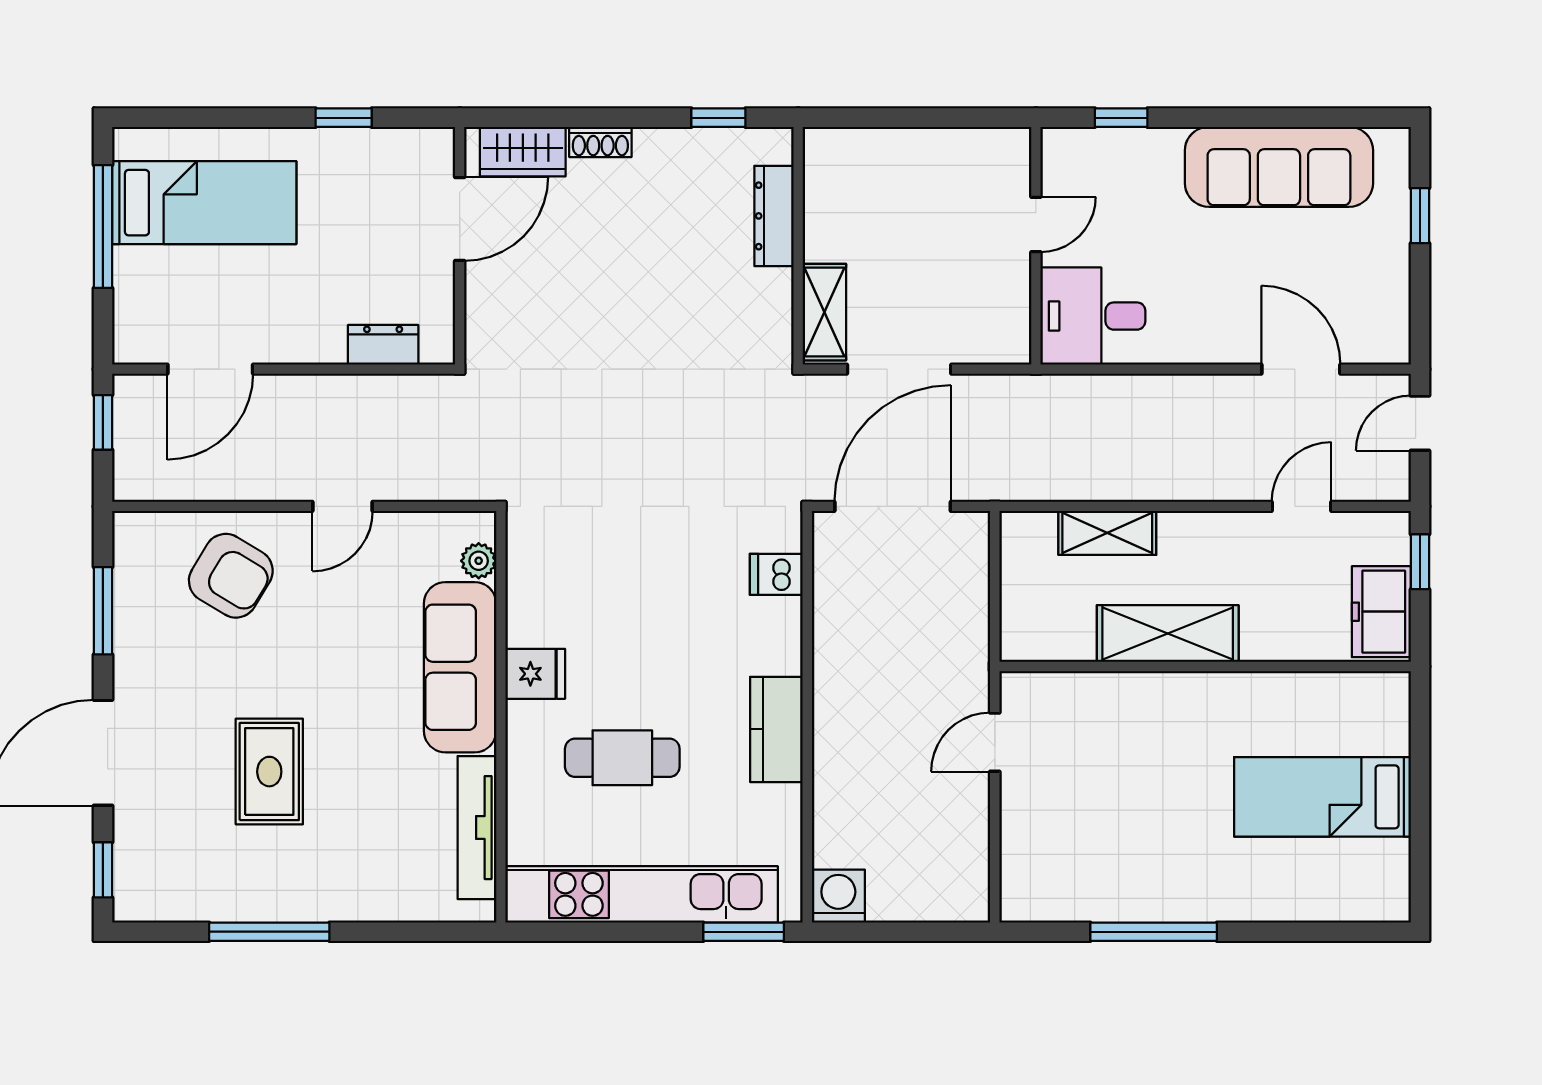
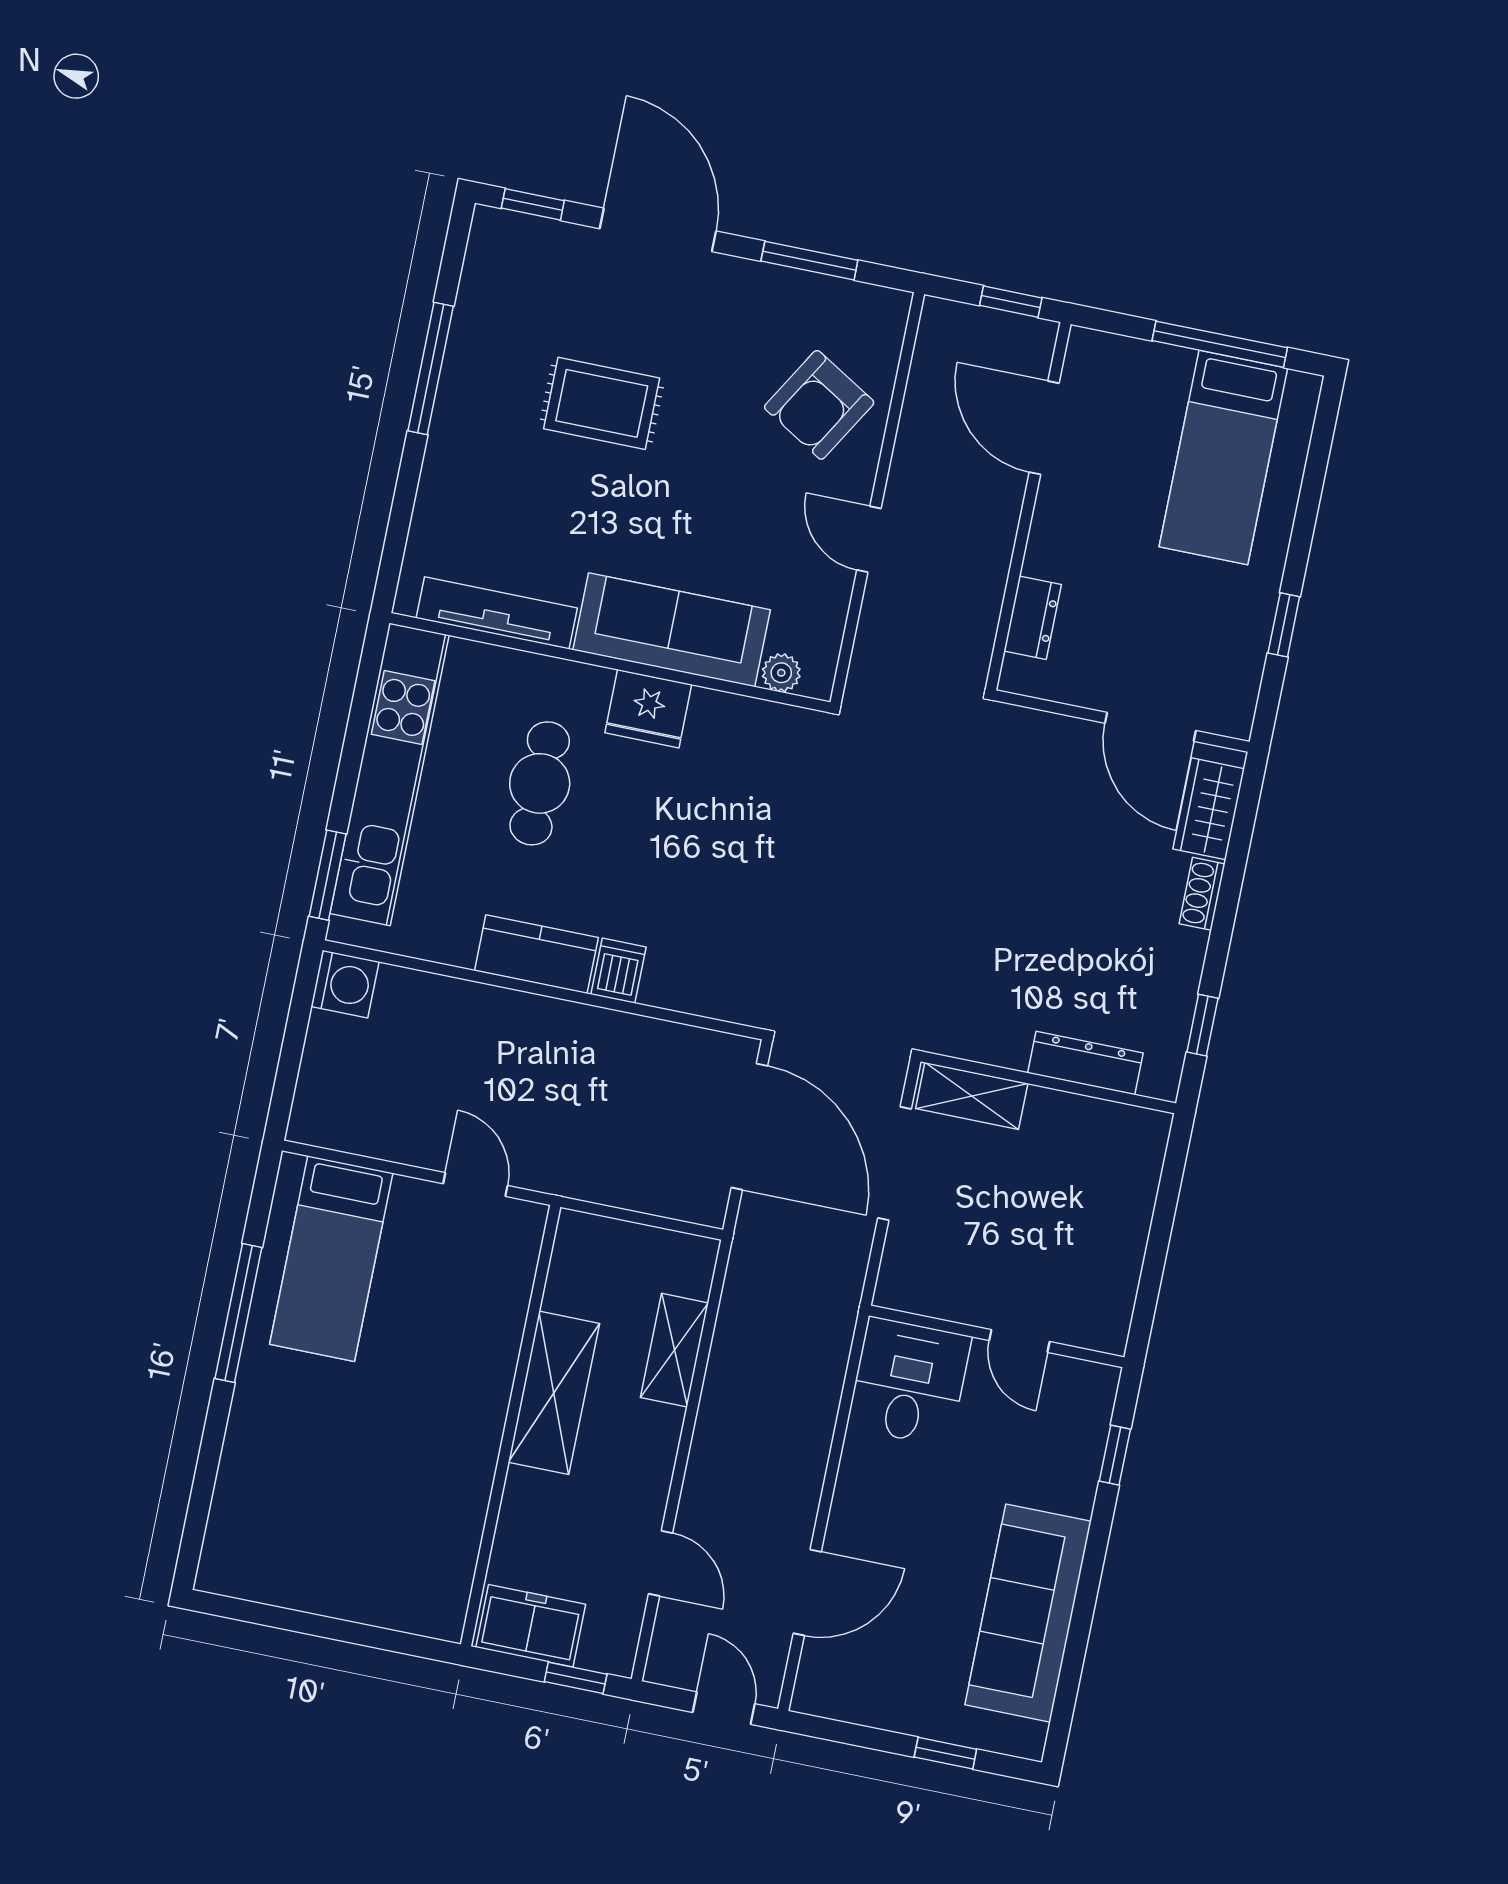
dishwasher: (776, 574) -> (619, 971), moved
fridge: (535, 674) -> (648, 709), width x1.38
bed: (1323, 797) -> (331, 1259), moved, turned 180

